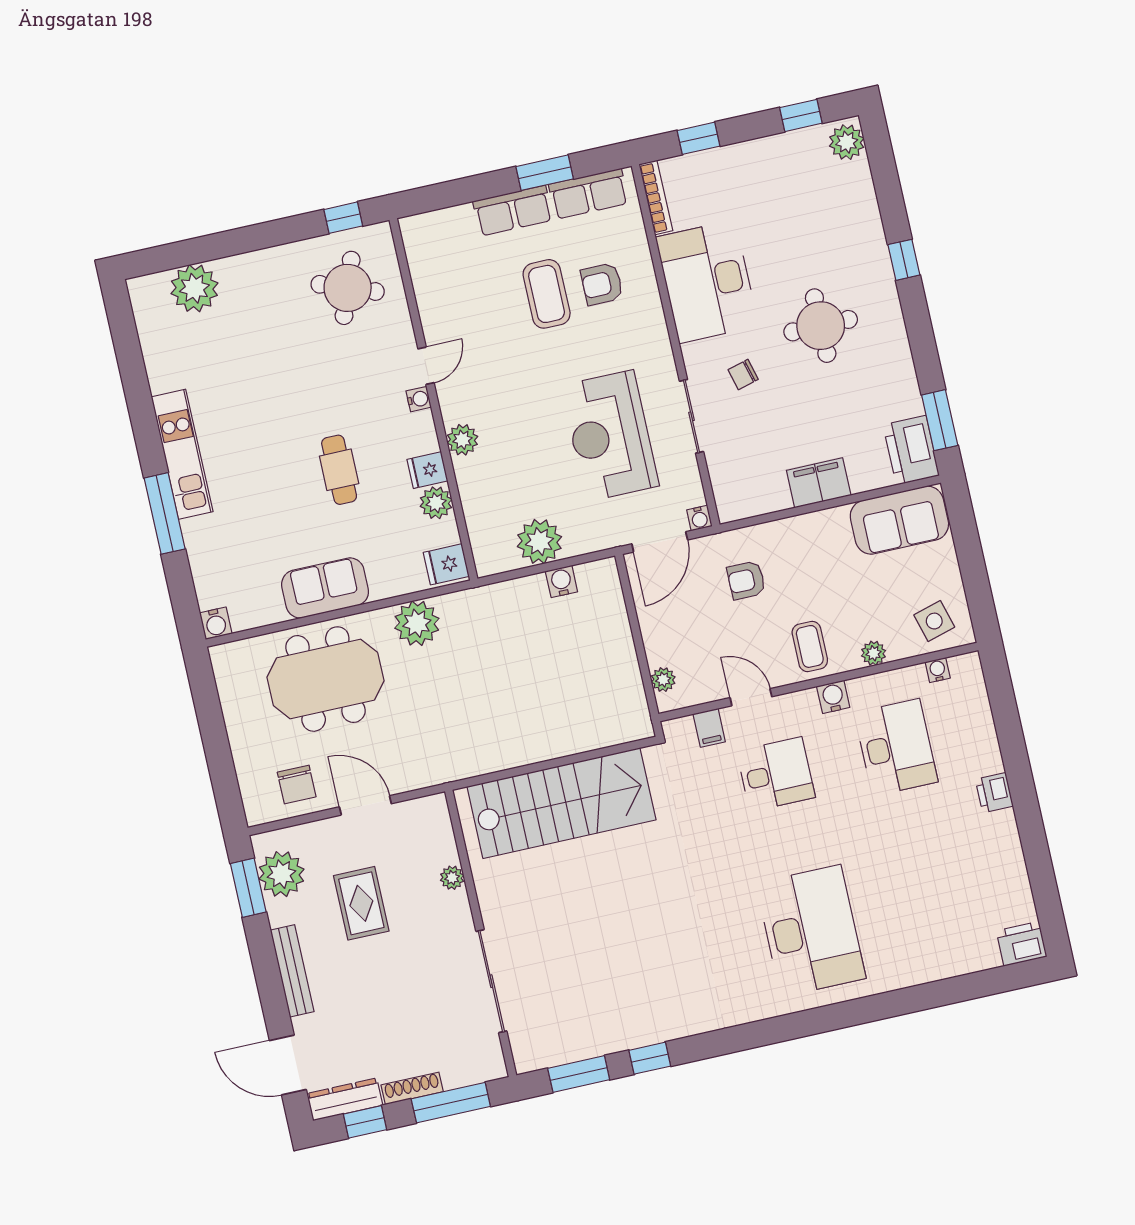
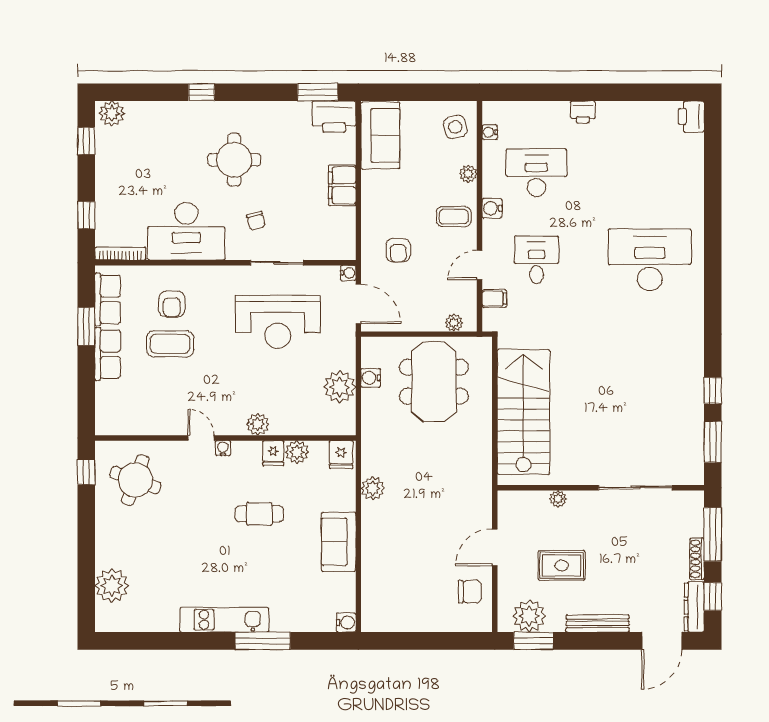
plant: (417, 623) -> (373, 488), width x0.73, depth x0.73
meeting table: (325, 679) -> (434, 382), moved

